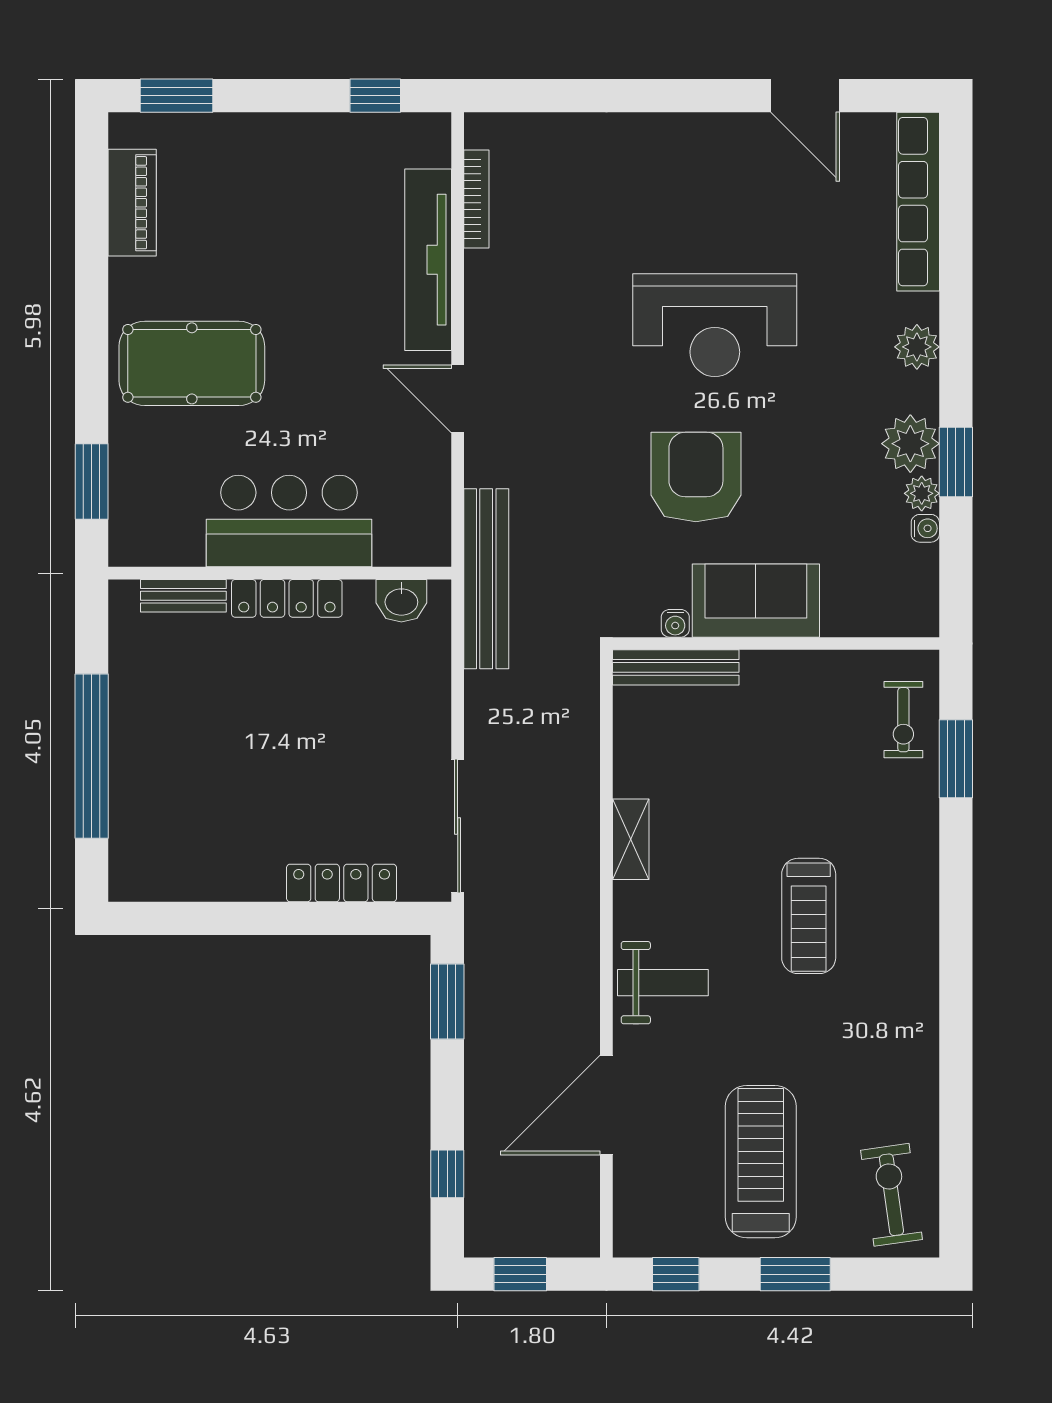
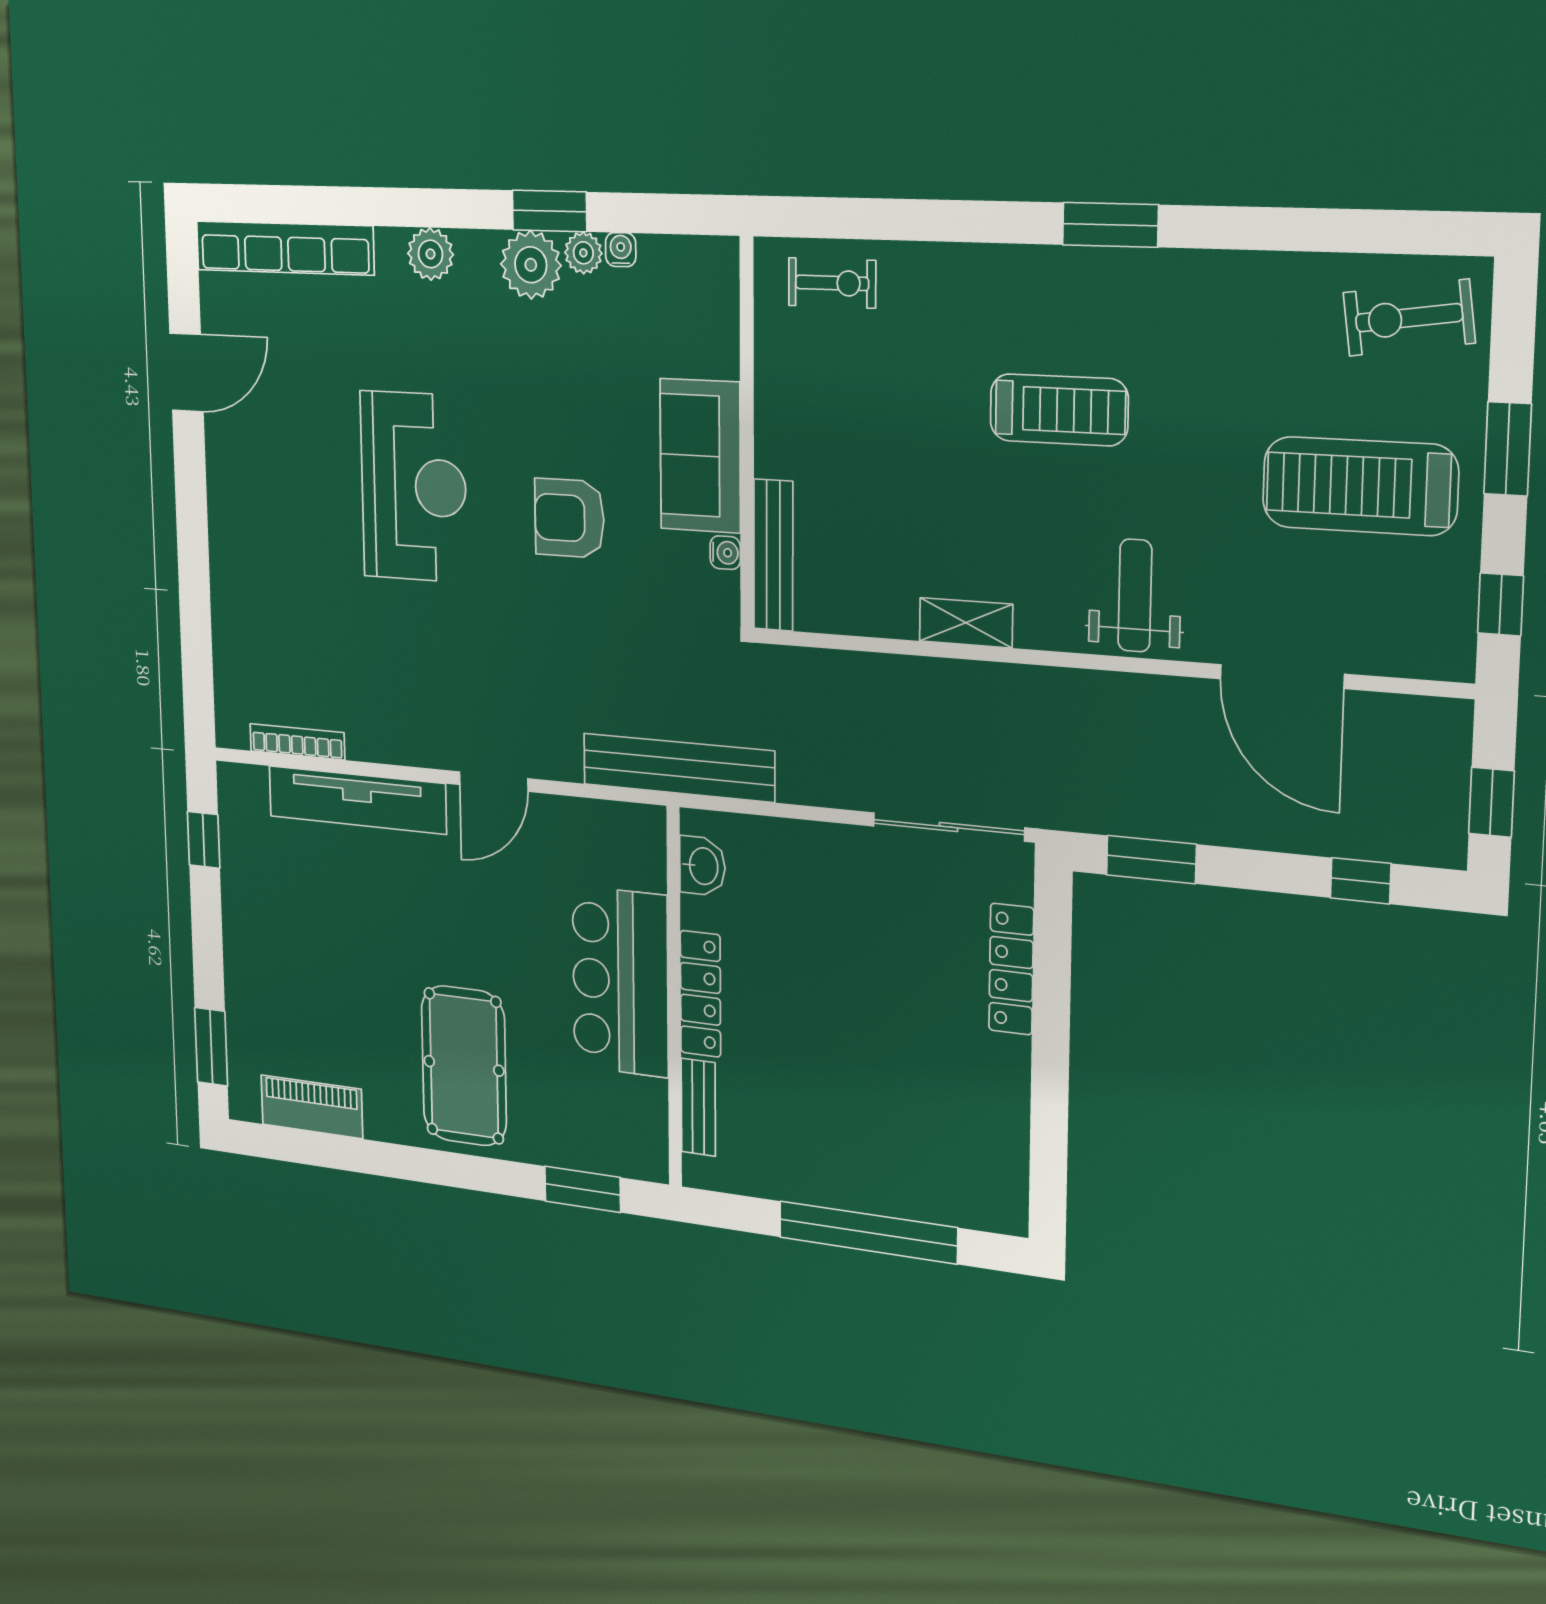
armchair: (696, 477) -> (569, 518), width x0.73, depth x0.73
window: (956, 759) -> (1110, 225), moved

